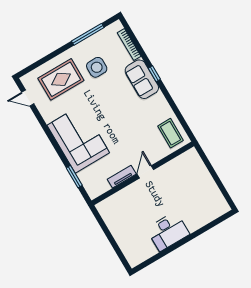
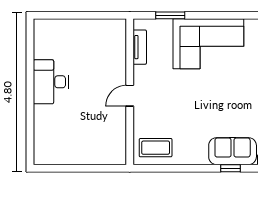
door: (145, 172) -> (130, 96), swing flipped
tv unit: (122, 177) -> (140, 47), moved

